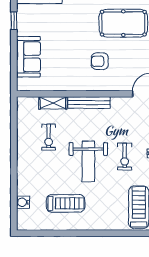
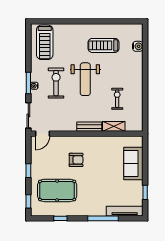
bench: (89, 103) -> (89, 127), width x0.73
exercise bike: (125, 157) -> (56, 83), width x1.38, depth x1.39
weight bench: (88, 161) -> (85, 79), turned 180

